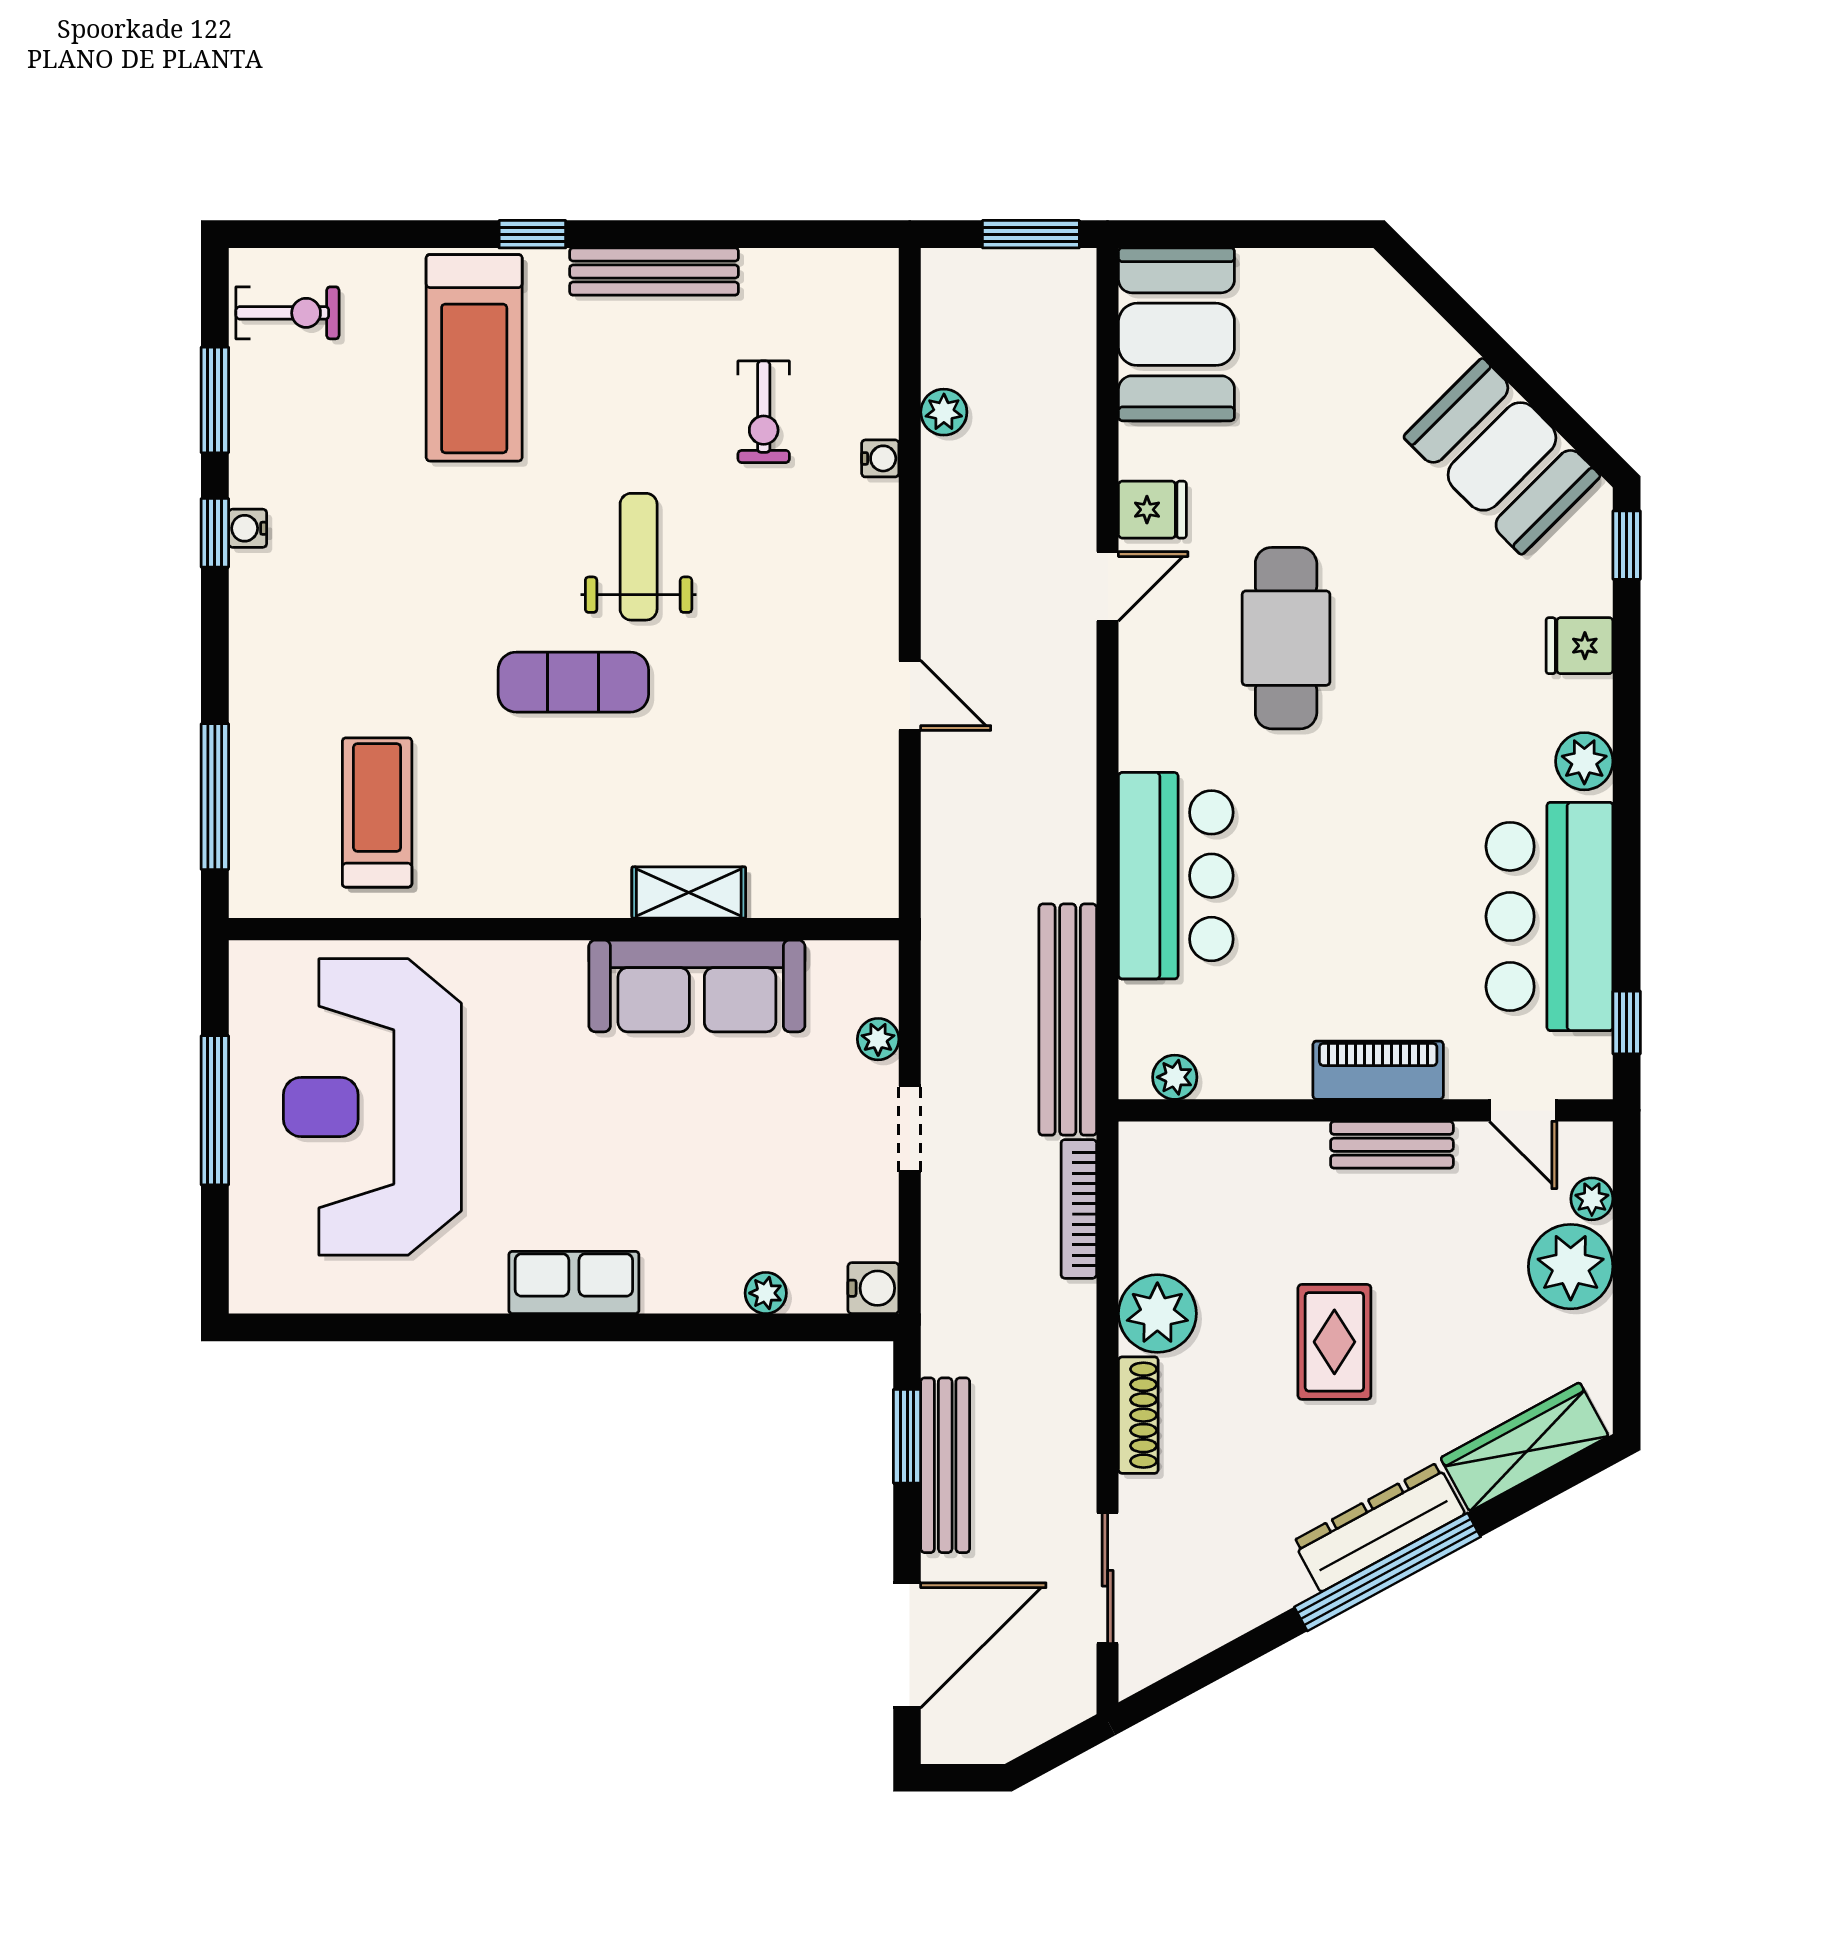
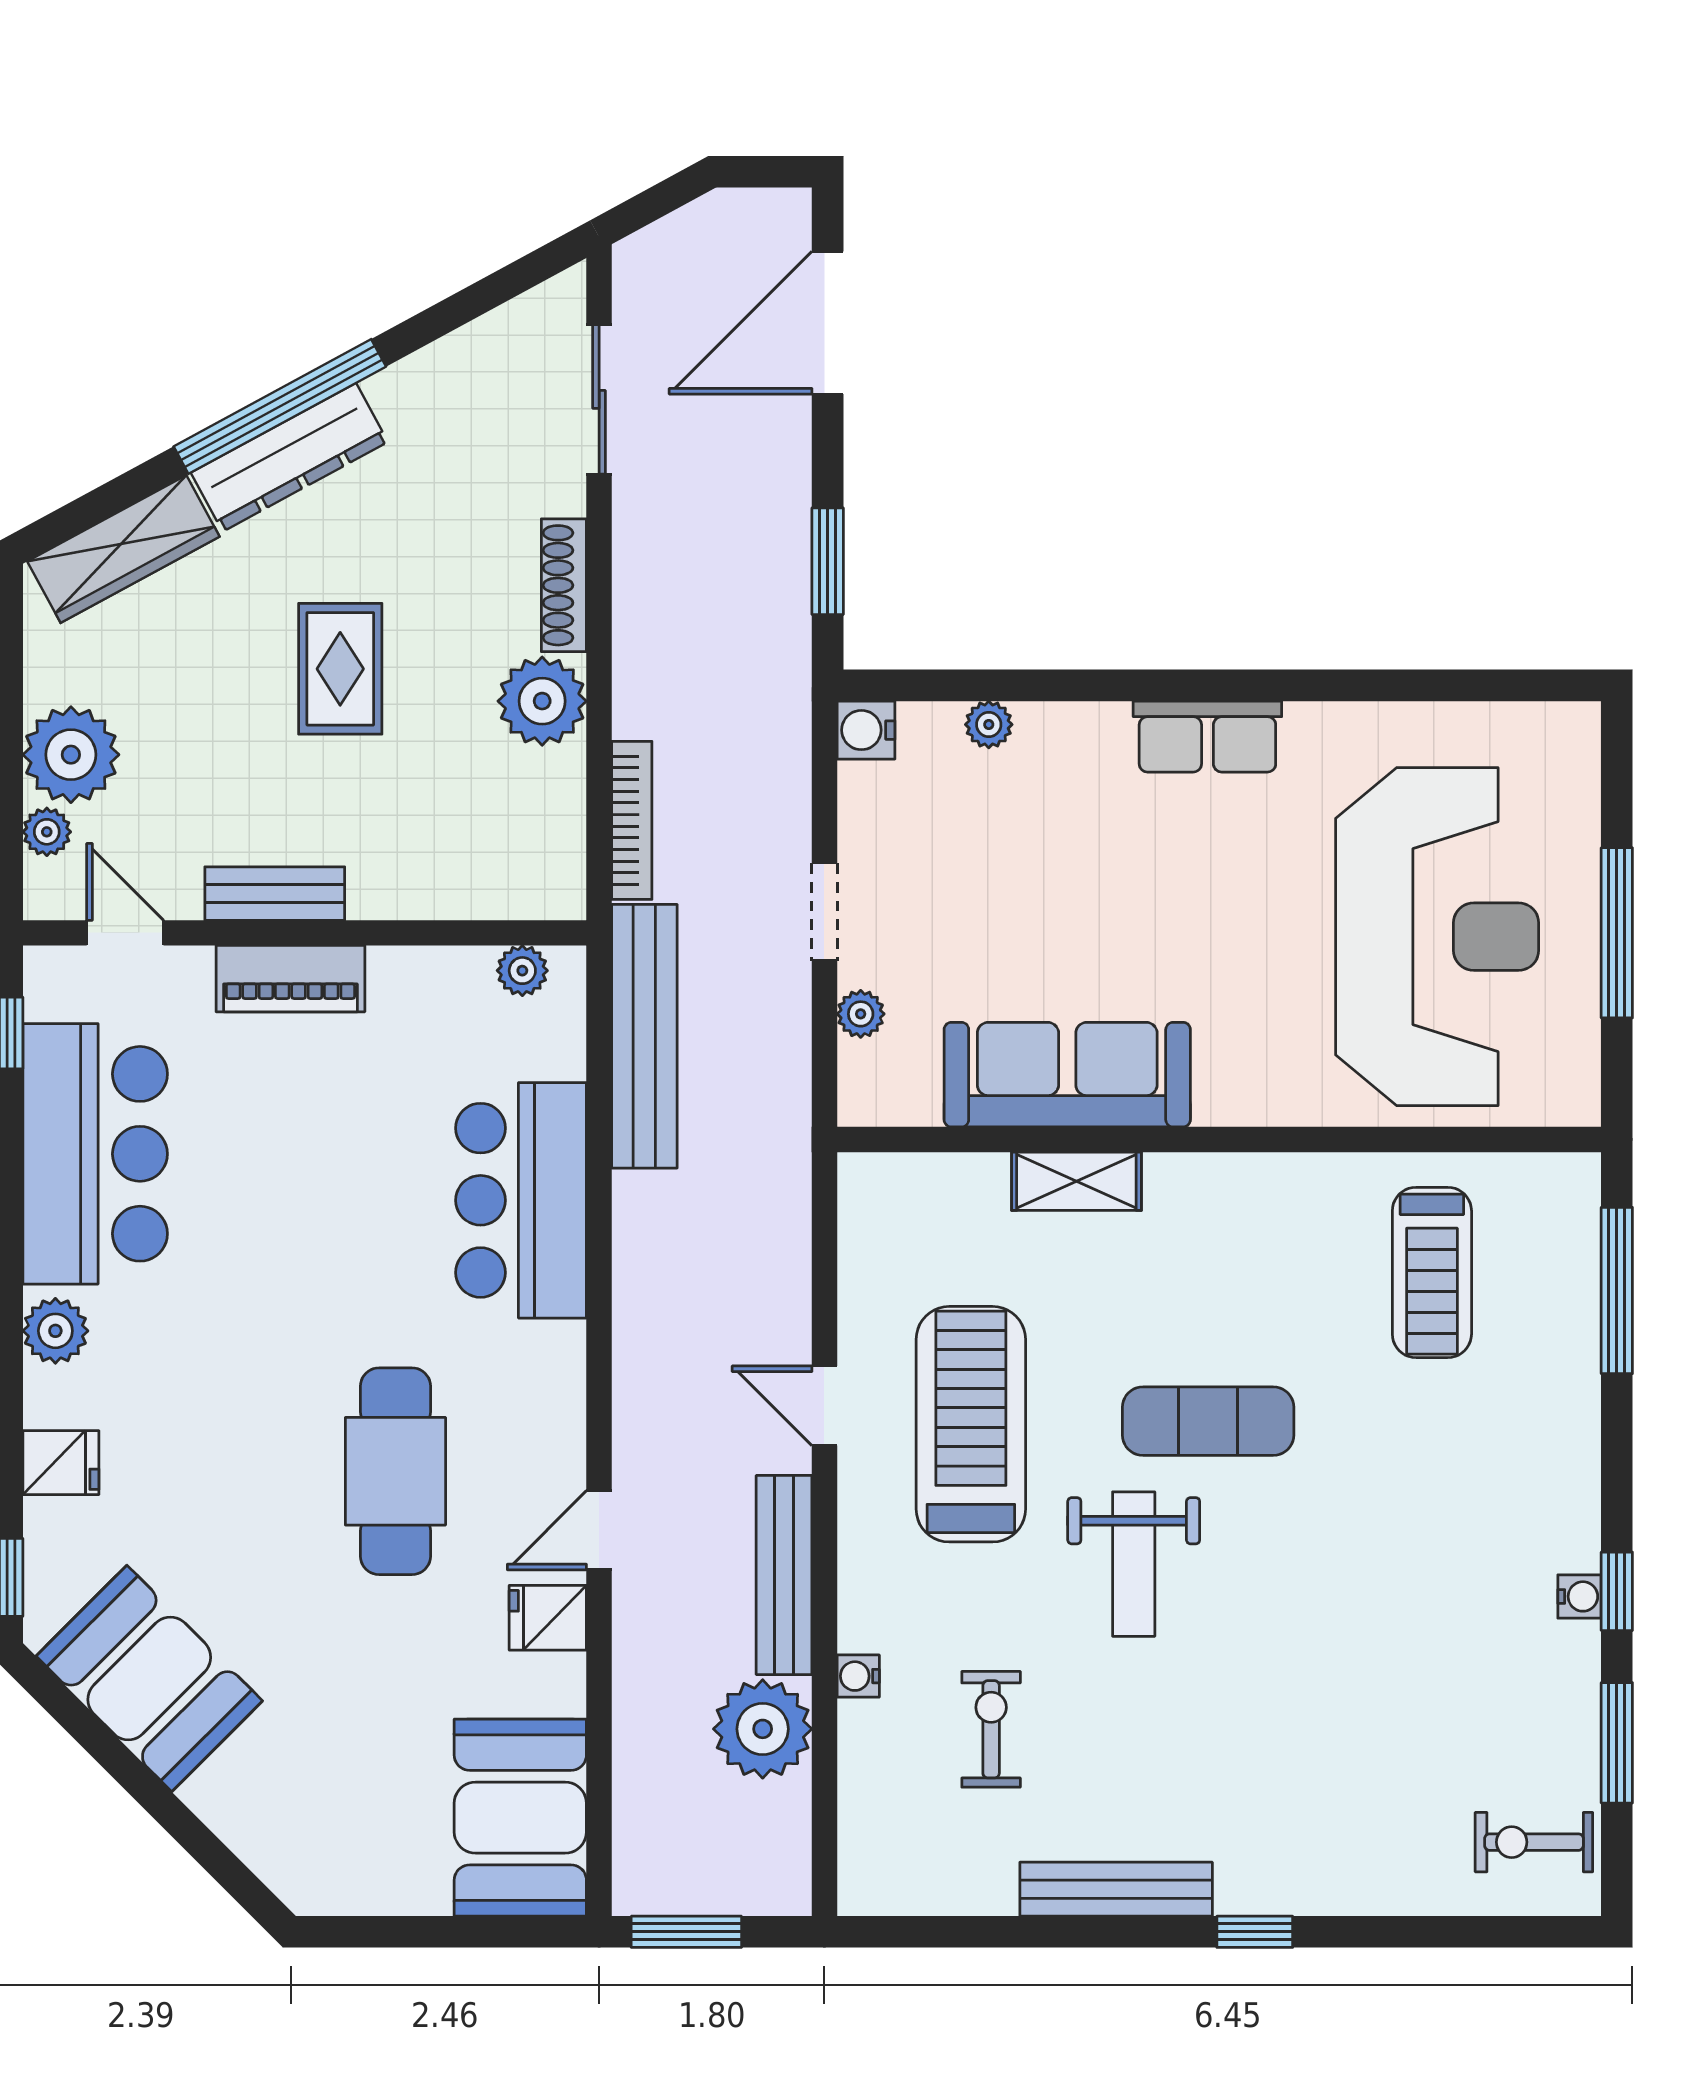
treadmill: (474, 358) -> (971, 1424), moved
plant: (944, 412) -> (763, 1729), width x1.88, depth x1.88
bench: (945, 1465) -> (784, 1575), moved

